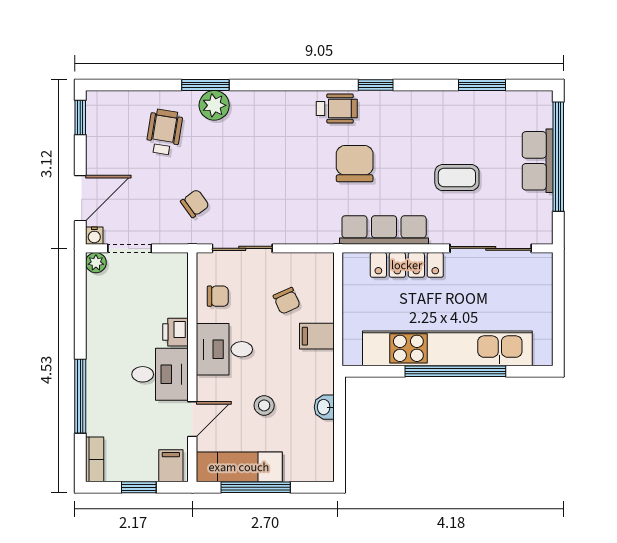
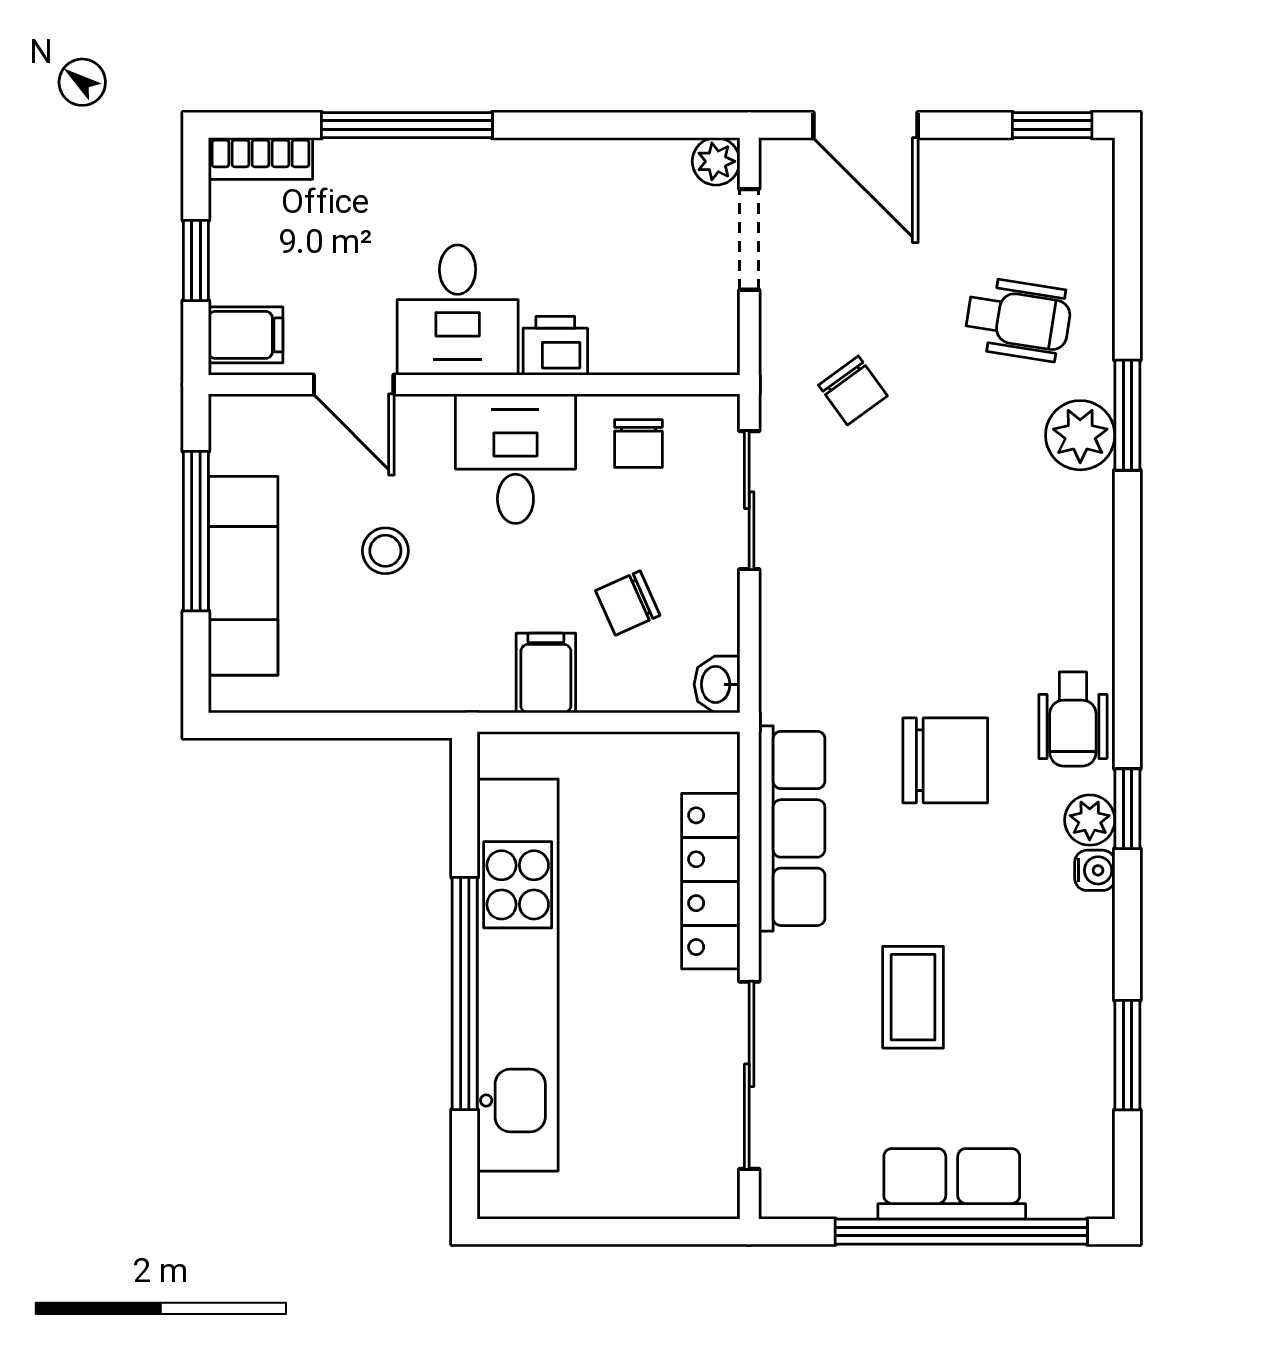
plant: (380, 101) -> (1090, 820), added
water cooler: (94, 236) -> (1095, 870), moved, turned 180
washbasin: (324, 407) -> (717, 684), moved, turned -90
exam couch: (239, 467) -> (243, 576), moved

